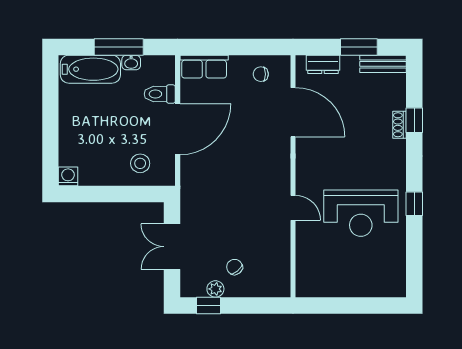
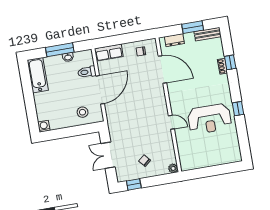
bathtub: (90, 69) -> (38, 75), moved, turned -90
plant: (215, 289) -> (173, 168), moved

